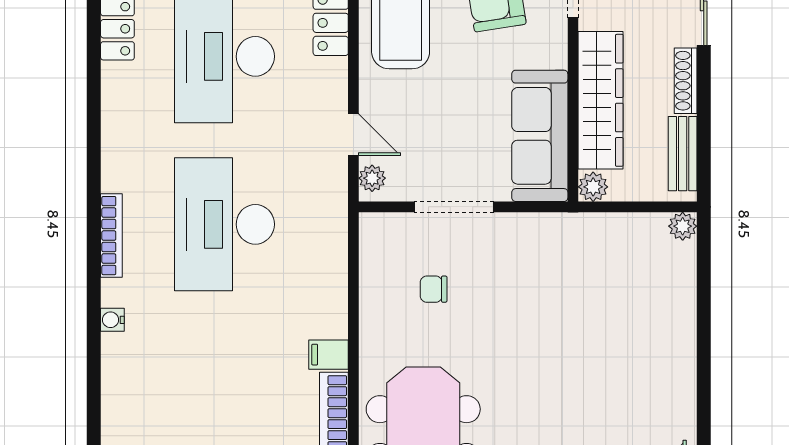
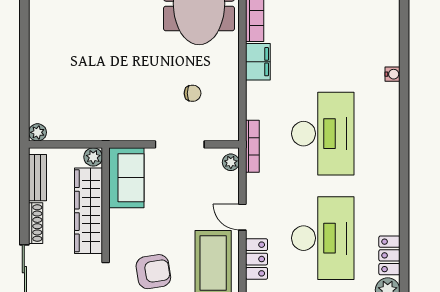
door: (353, 135) -> (242, 217), moved
sofa: (540, 136) -> (126, 178), width x0.73
bookcase: (111, 236) -> (252, 146), moved, turned 180
filing cabinet: (329, 355) -> (258, 62), width x2.00

